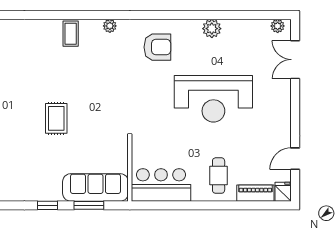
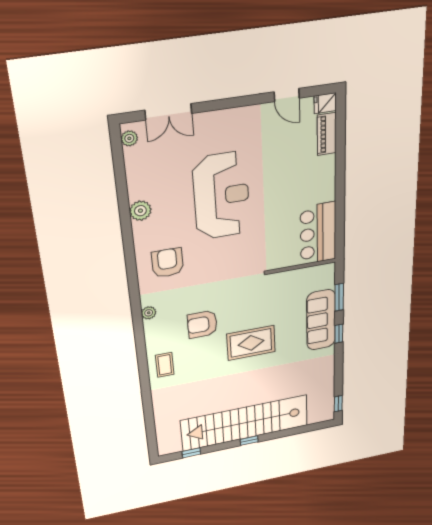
coffee table: (71, 34) -> (165, 365), moved, turned 90
armchair: (87, 74) -> (202, 324), added
rug: (56, 118) -> (251, 343), width x1.36, depth x1.43
cafe table: (219, 176) -> (307, 177), removed
sofa: (95, 187) -> (321, 320), moved

